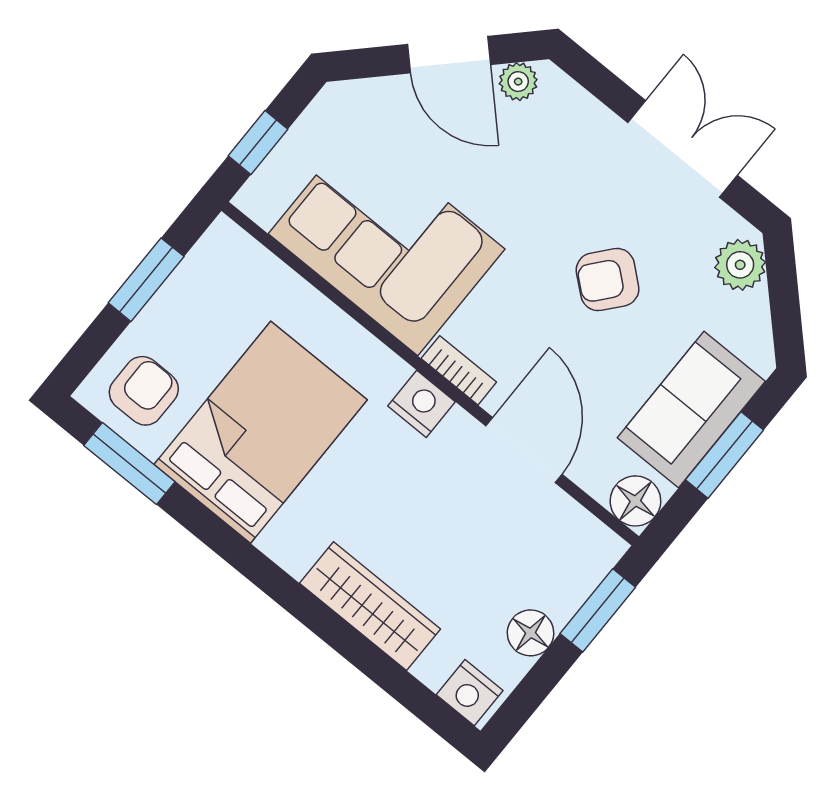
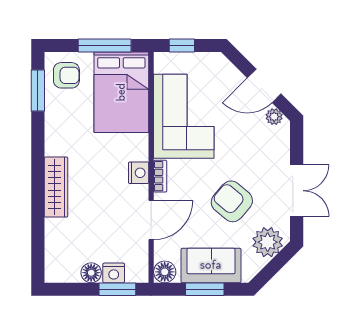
door: (449, 55) -> (264, 86), hinge flipped
plant: (740, 265) -> (268, 242), width x1.36, depth x1.36
window: (146, 280) -> (105, 45), width x1.44
armchair: (608, 280) -> (232, 201), width x1.38, depth x1.38
bed: (261, 432) -> (121, 92), moved, turned 90
wardrobe: (370, 606) -> (56, 187), moved
nightstand: (470, 693) -> (114, 273), moved, turned -90

